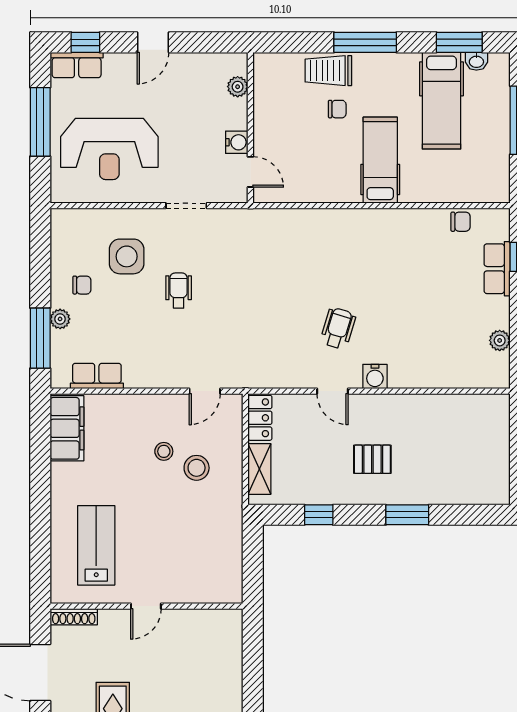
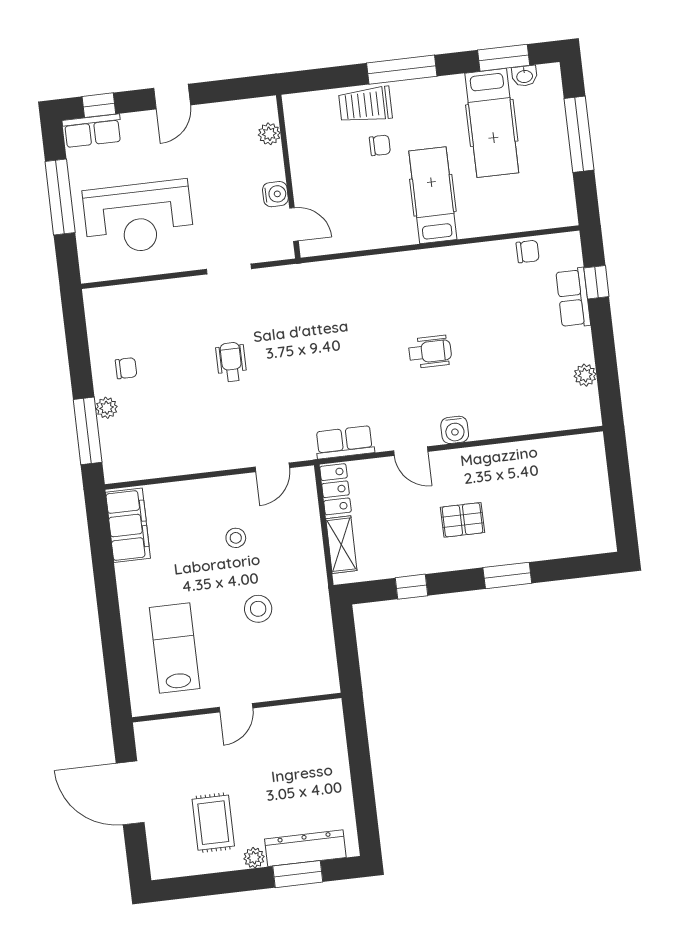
side table: (127, 256) -> (171, 332), removed
wheelchair: (338, 328) -> (430, 352), moved, turned 73
row of seats: (97, 376) -> (345, 442), moved
stool: (197, 468) -> (258, 609), moved
shoe rack: (74, 617) -> (159, 728), removed

